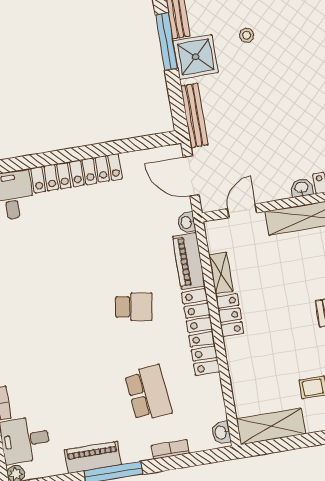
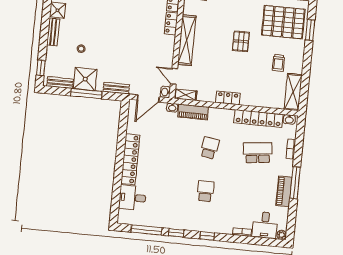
window: (167, 42) -> (86, 94), moved
bench: (194, 115) -> (116, 88), width x0.73
washbasin: (302, 188) -> (165, 92), moved
shelving: (221, 273) -> (186, 95), moved
school desk: (56, 320) -> (205, 191), added
locker: (201, 332) -> (258, 119), moved

